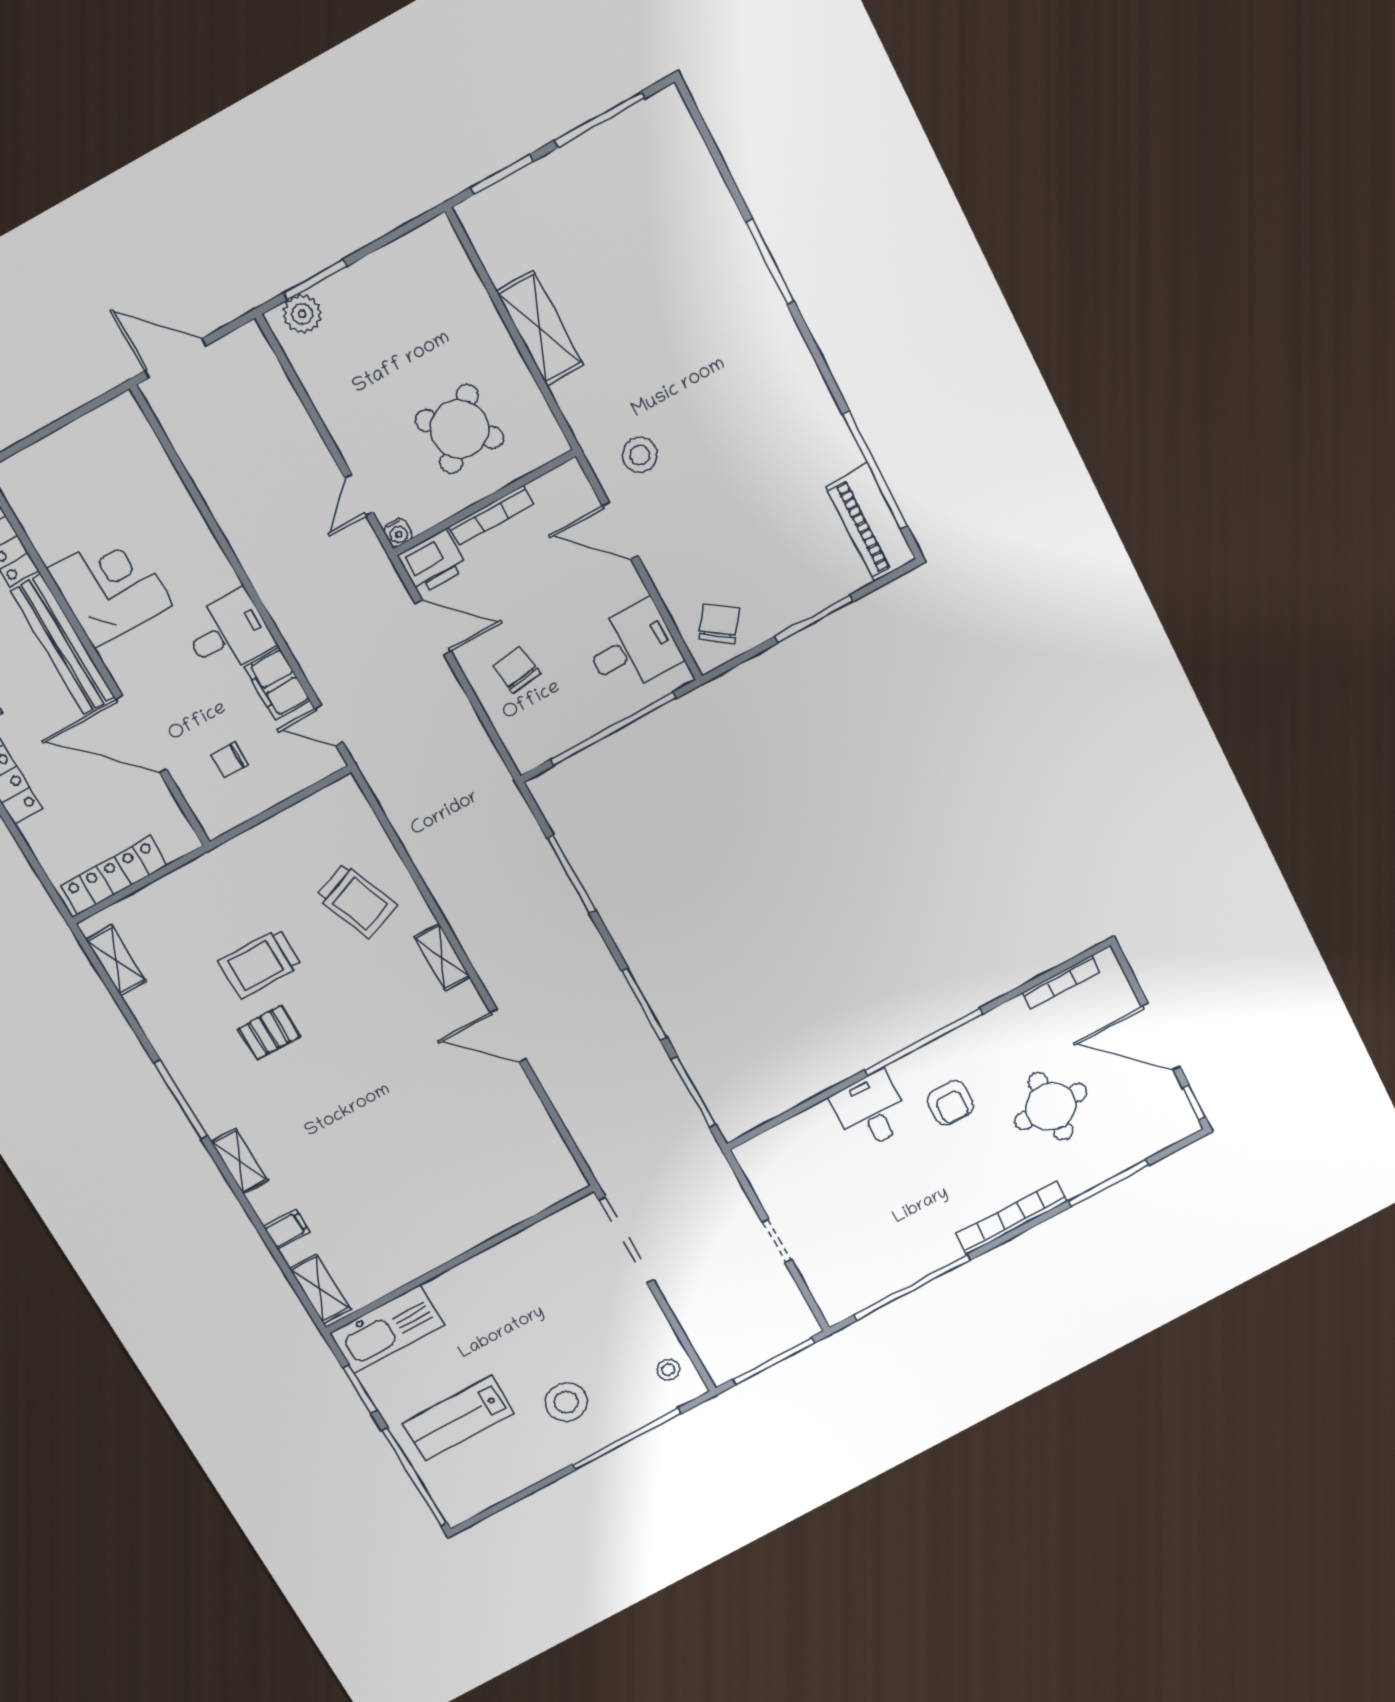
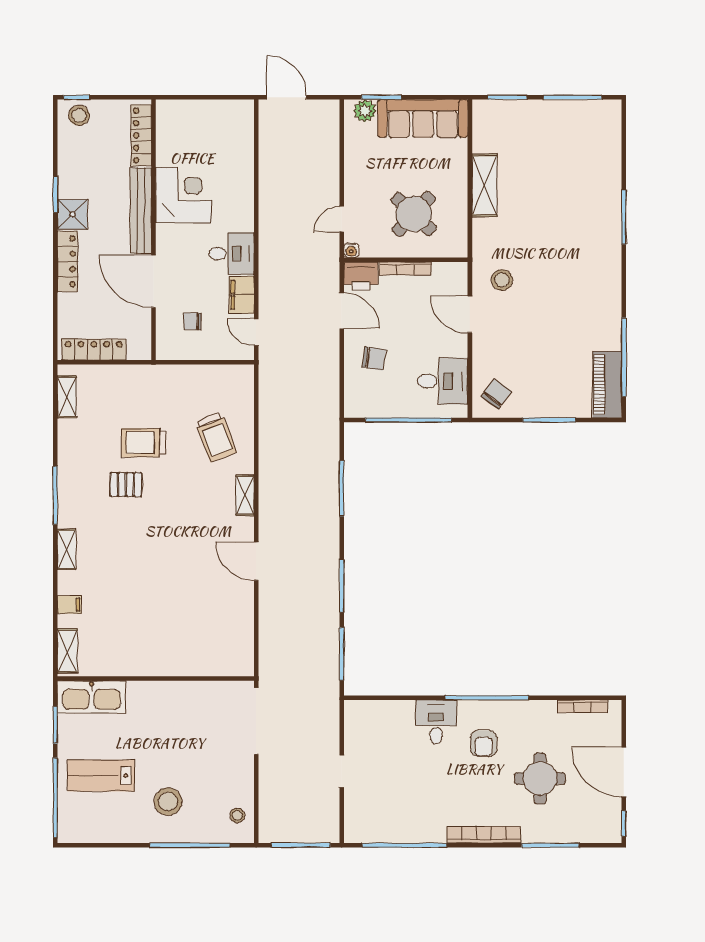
sofa: (394, 278) -> (423, 118), added
chair: (517, 670) -> (374, 358), turned 107

